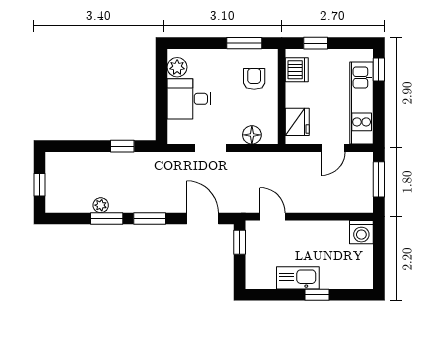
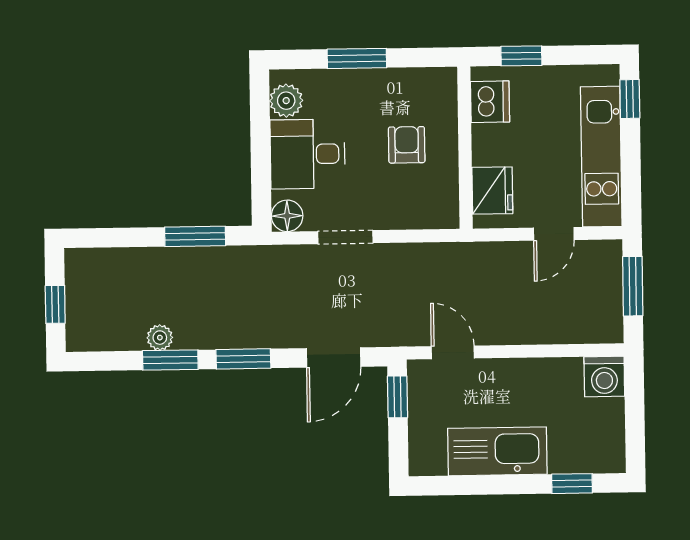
window: (244, 43) -> (357, 58), moved
armchair: (254, 79) -> (407, 145), moved
floor lamp: (252, 135) -> (287, 216), moved
window: (122, 146) -> (195, 236), width x1.50
door: (203, 219) -> (334, 357), swing flipped
kitchen sink: (298, 278) -> (497, 451), width x1.36, depth x1.24
window: (317, 295) -> (572, 484), moved

